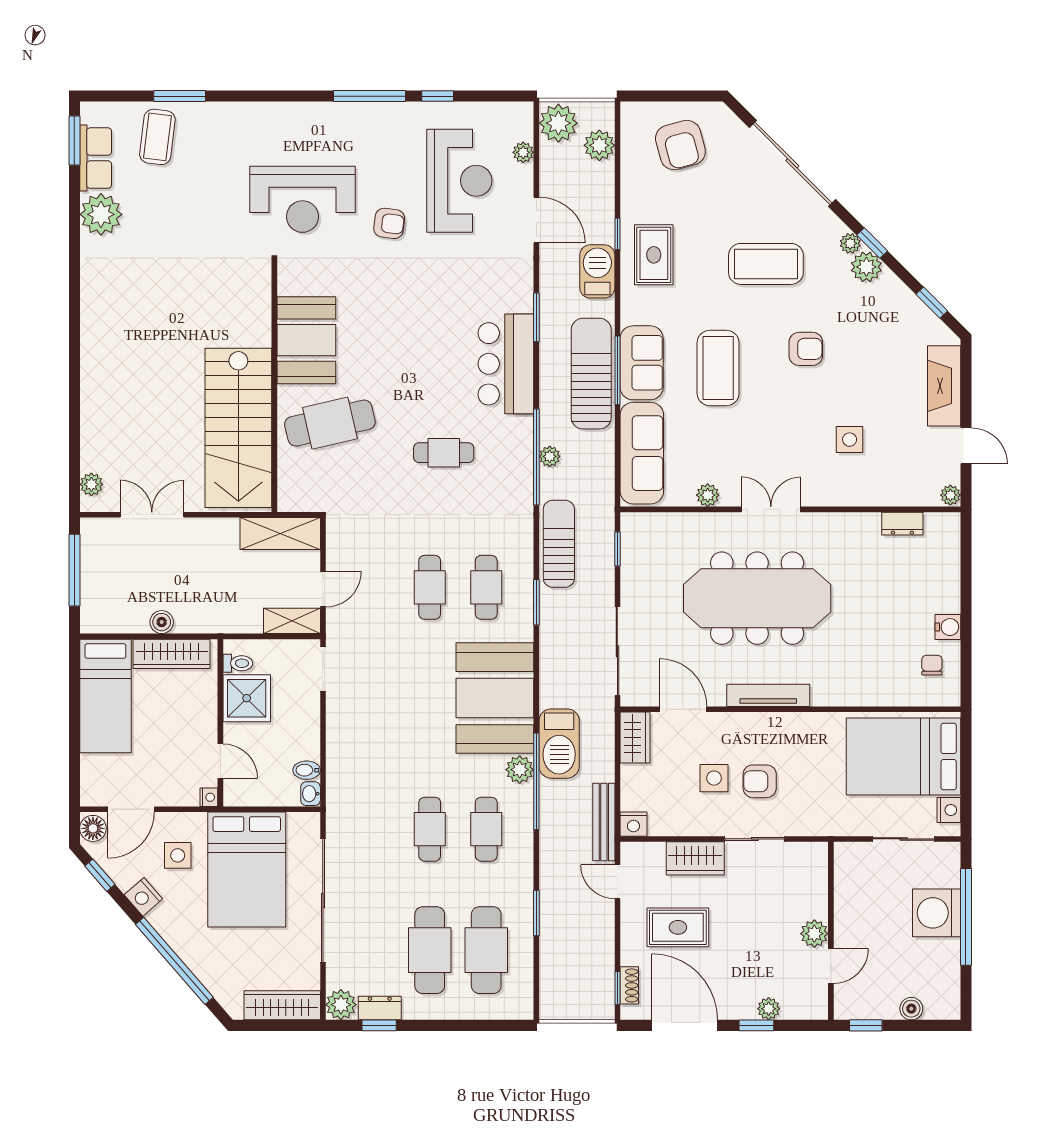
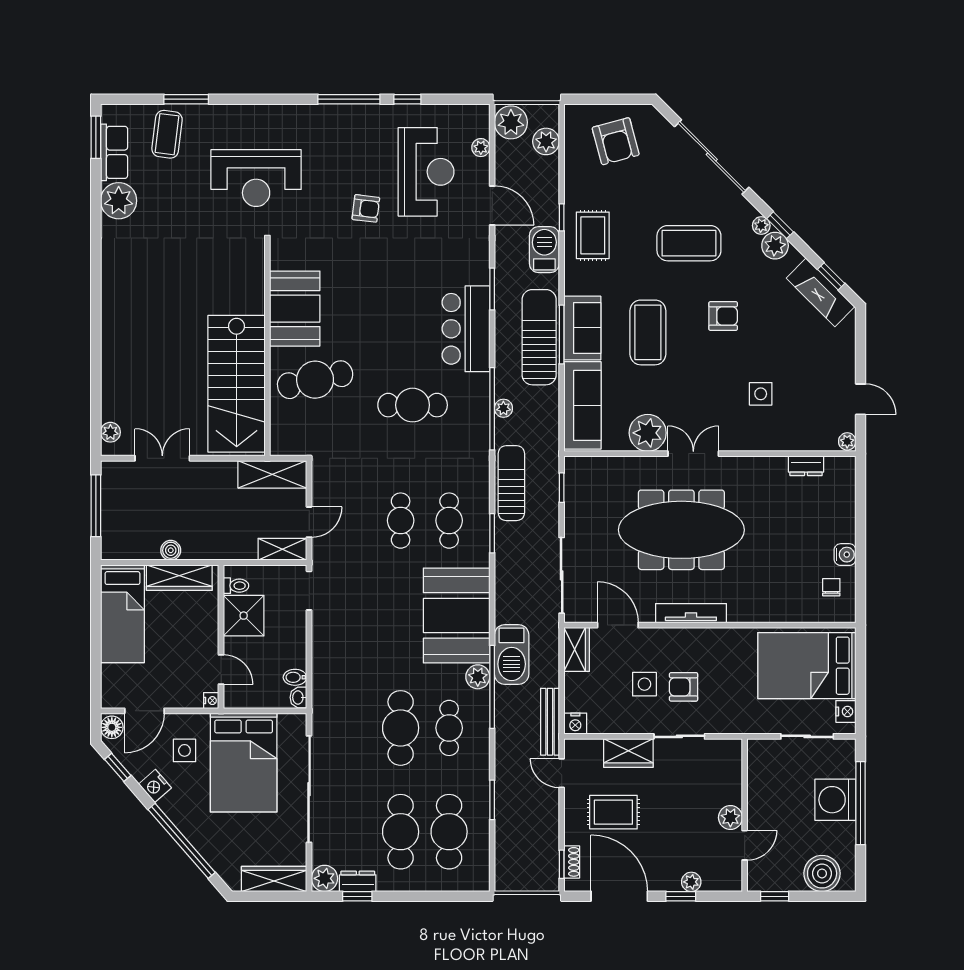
reception desk: (302, 199) -> (256, 178), moved
fireplace: (944, 386) -> (821, 292), moved, turned -45
cafe table: (444, 453) -> (413, 405), width x1.37, depth x1.35
plant: (708, 495) -> (648, 433), width x1.88, depth x1.88
cafe table: (430, 829) -> (401, 728), width x1.37, depth x1.35
boiler: (911, 1009) -> (822, 873), width x1.86, depth x1.86

